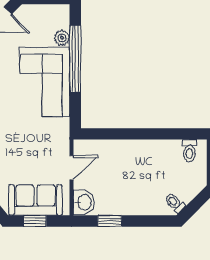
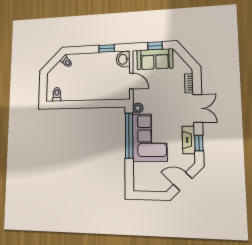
plant: (62, 38) -> (138, 108), moved
window: (75, 59) -> (129, 136), moved
door: (71, 168) -> (131, 81), swing flipped

